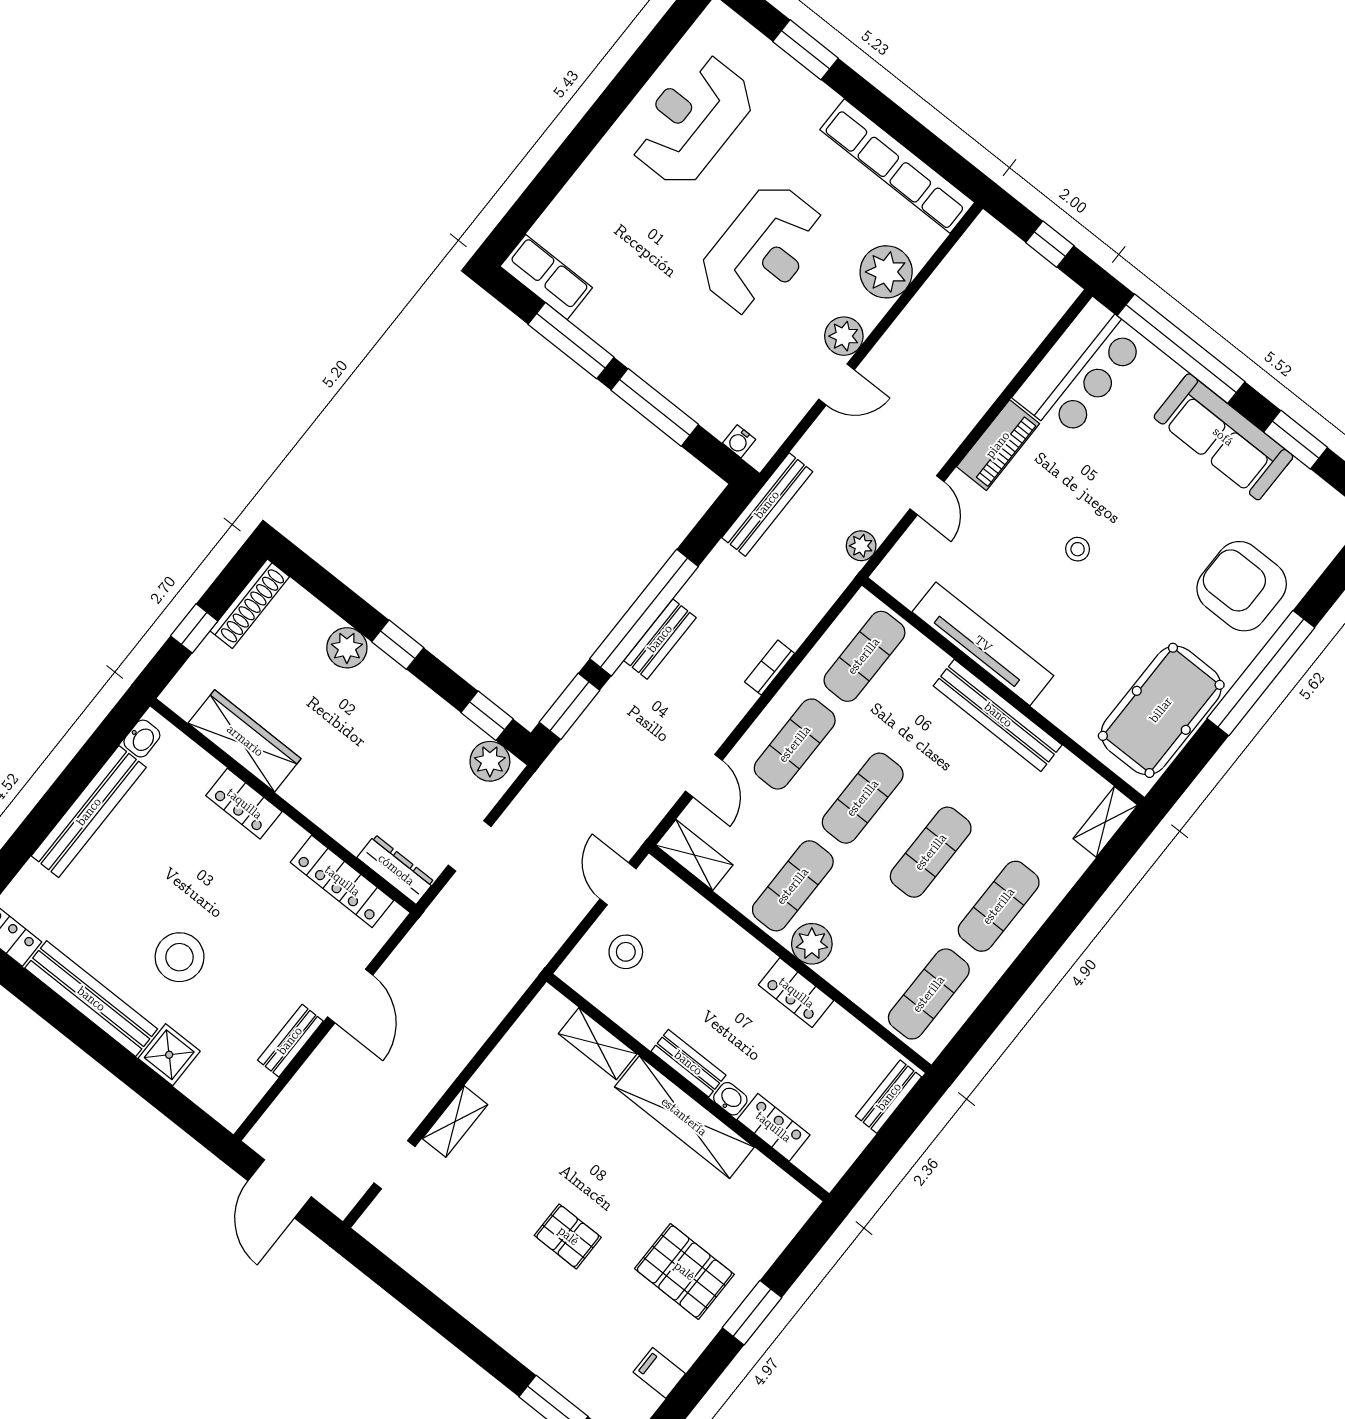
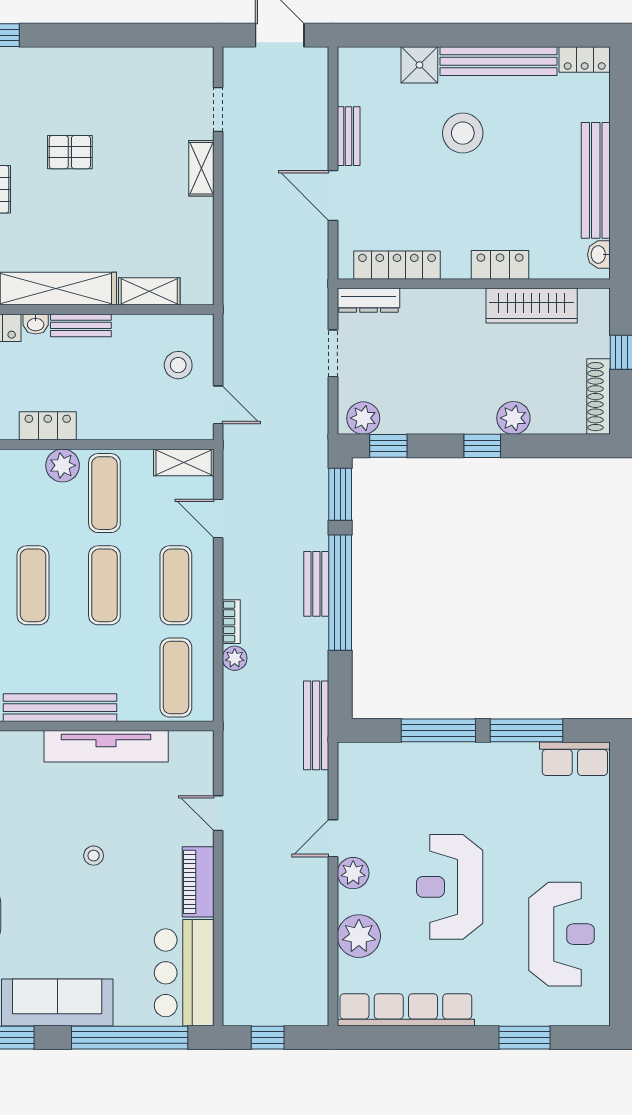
water cooler: (739, 441) -> (367, 752), removed
plant: (861, 546) -> (235, 658), moved

